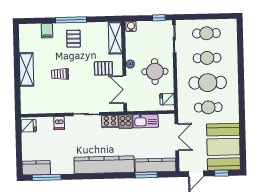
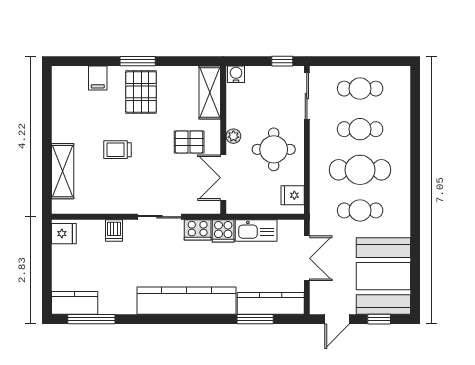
window: (71, 20) -> (138, 61), width x0.69
pallet: (73, 39) -> (141, 92), width x1.50, depth x1.42
shelving: (27, 69) -> (63, 171), moved

